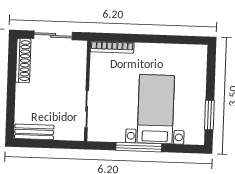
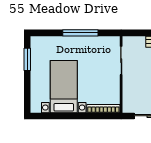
bed with nightstands: (156, 109) -> (64, 87), moved, turned 180

